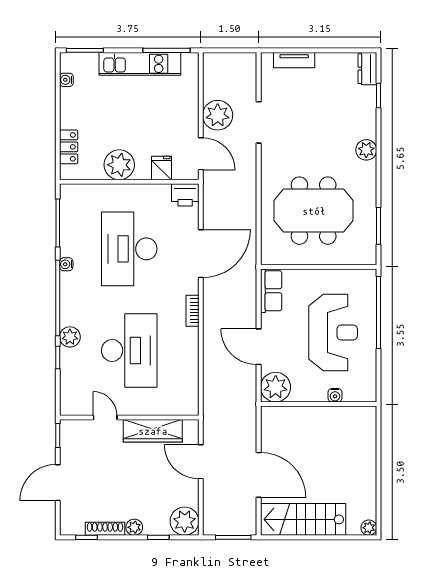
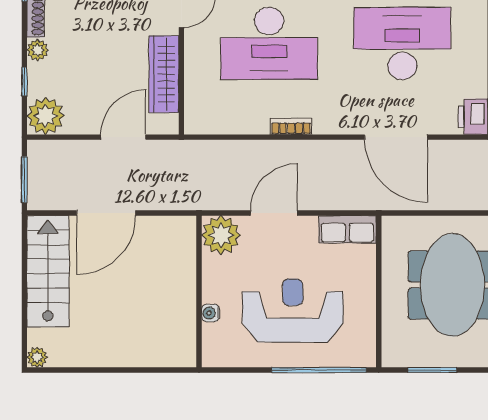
bookcase: (192, 311) -> (291, 126), moved
reception desk: (333, 332) -> (293, 311), turned 180

